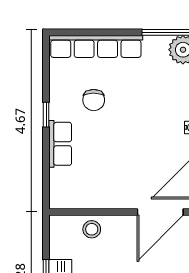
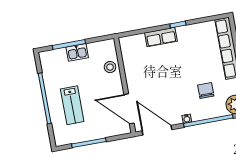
chair: (94, 100) -> (206, 91), moved, turned 90

